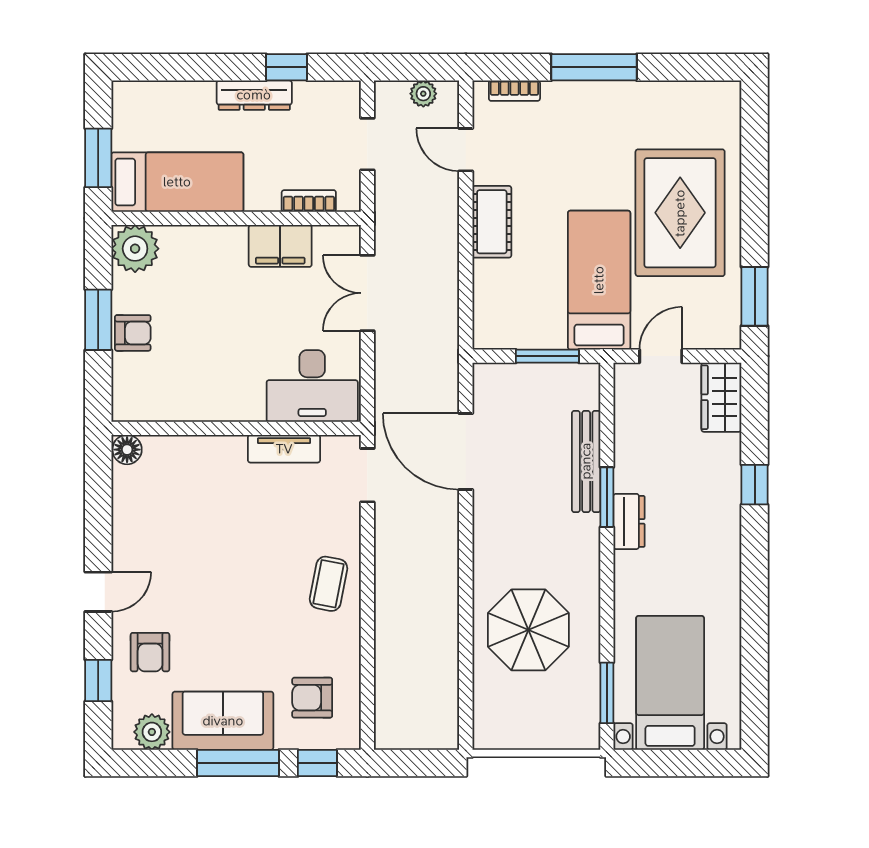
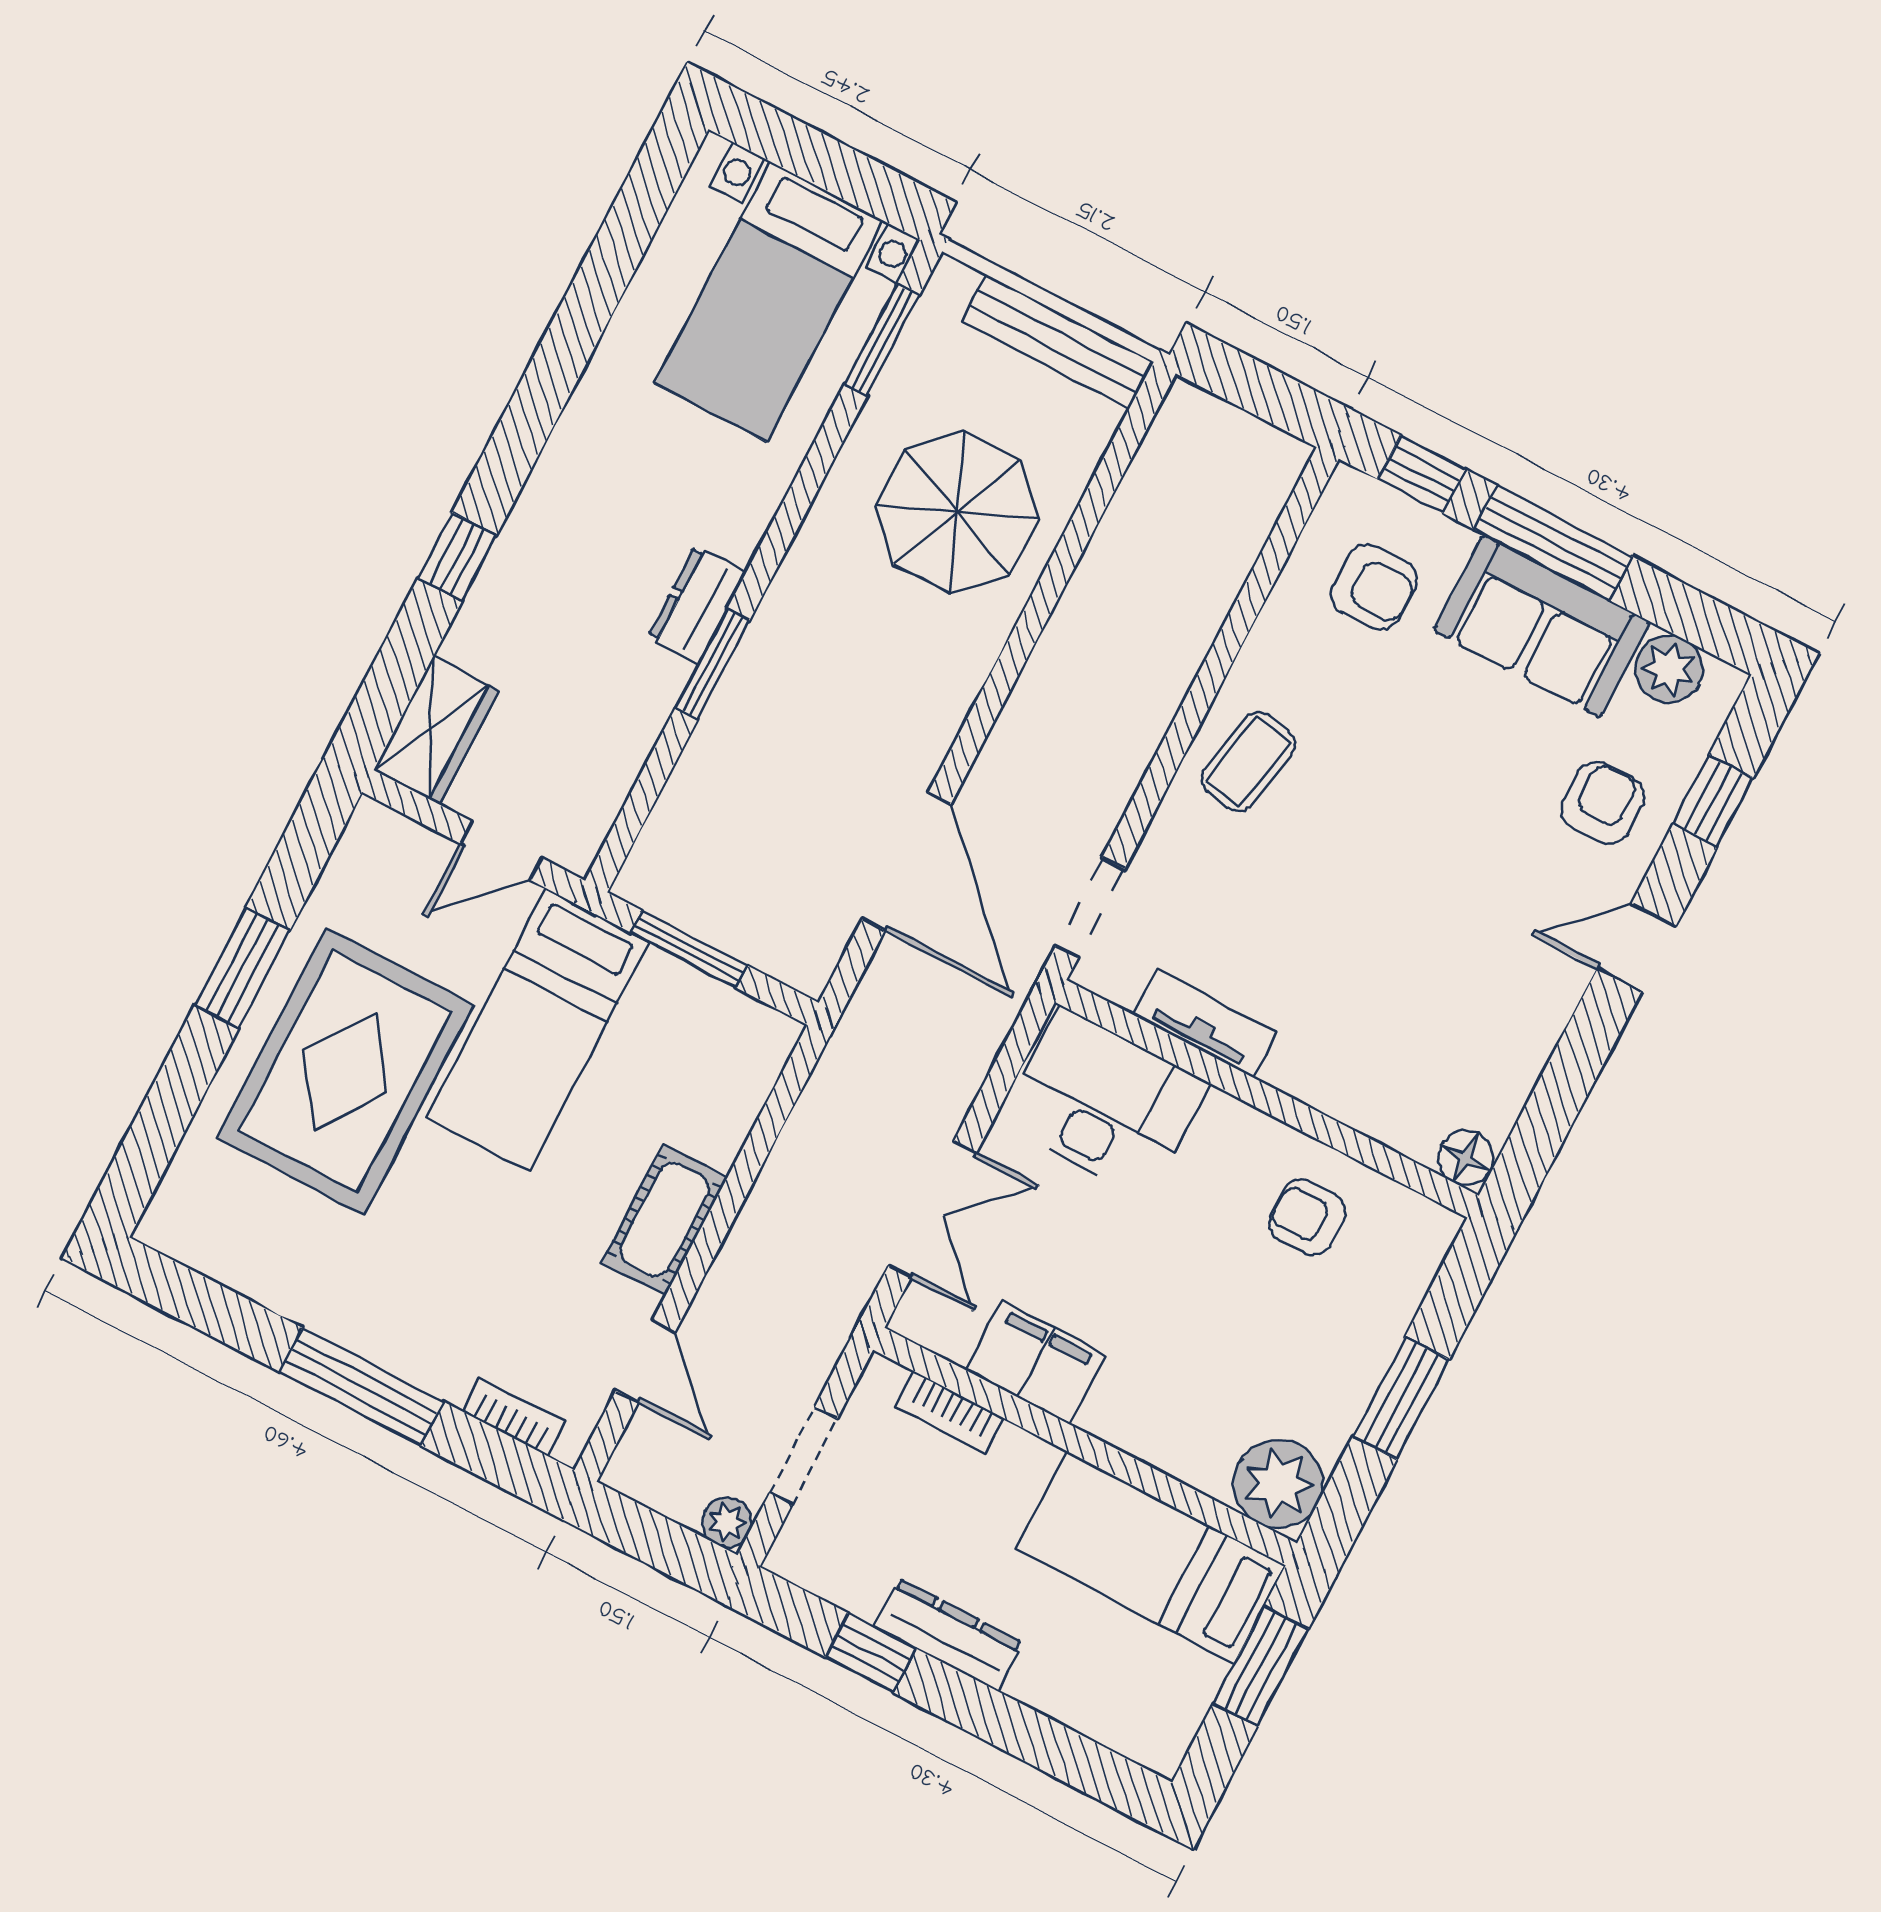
plant: (423, 94) -> (727, 1522), moved
window: (755, 296) -> (242, 968), moved
armchair: (133, 333) -> (1307, 1217), moved
bench: (586, 461) -> (1058, 342), moved, turned 90

